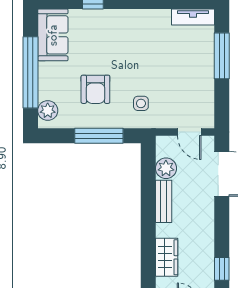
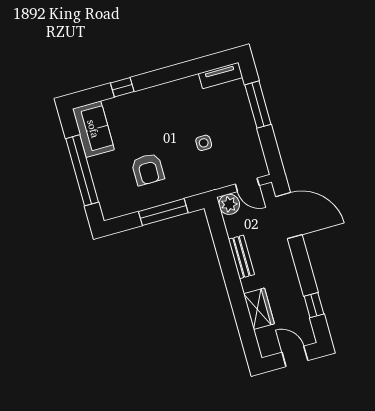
side table: (141, 103) -> (204, 143), moved
plant: (48, 111) -> (108, 202), removed
plant: (166, 168) -> (229, 204), moved

